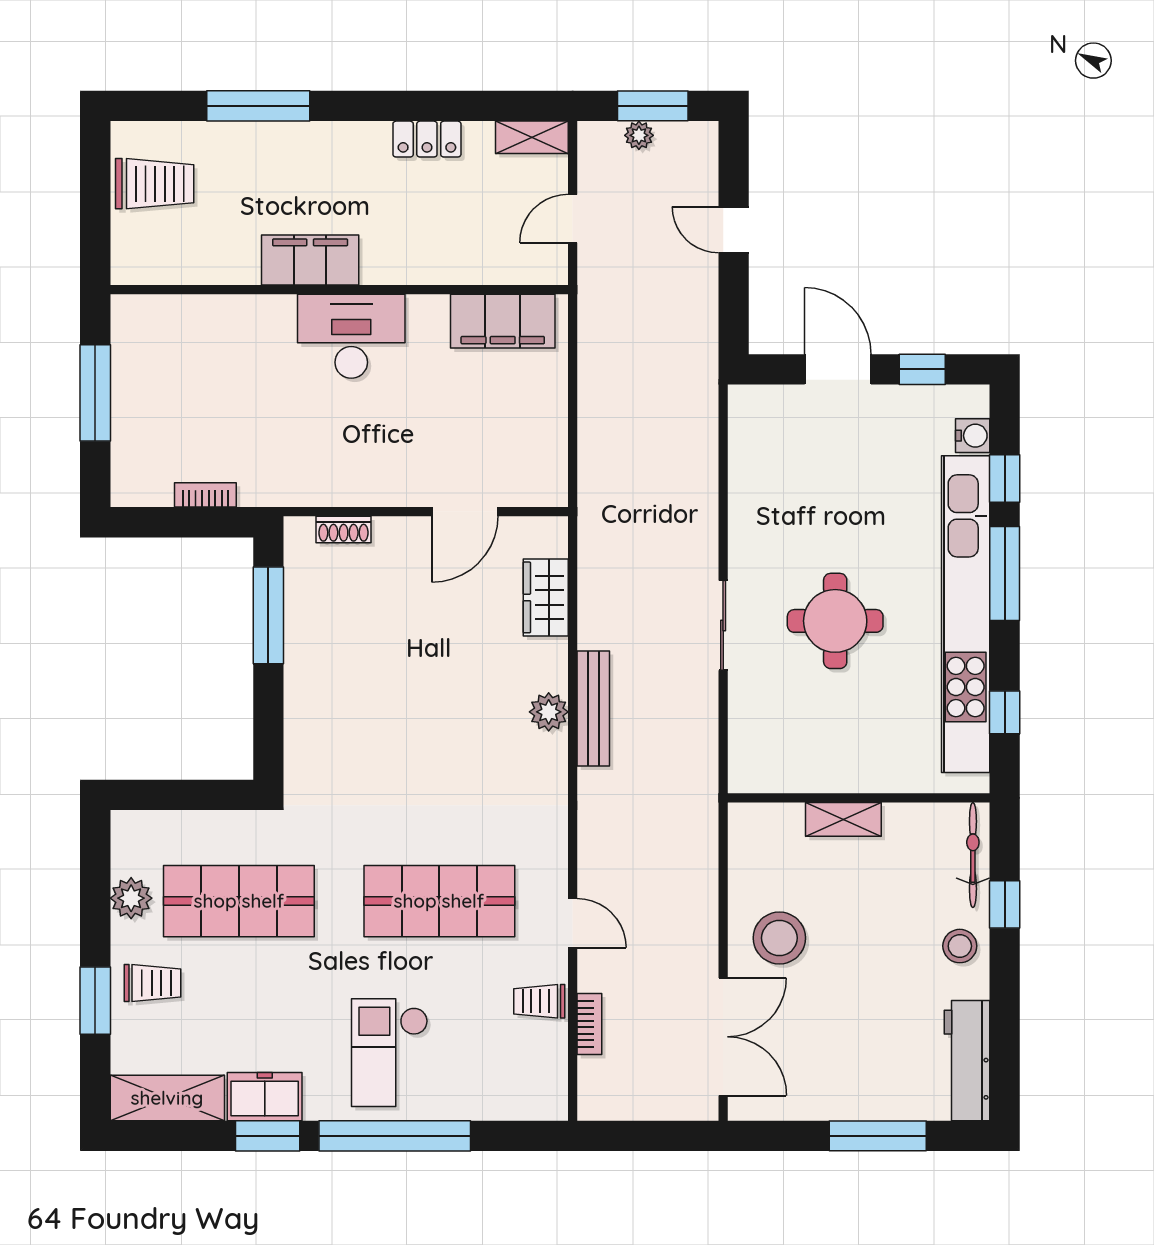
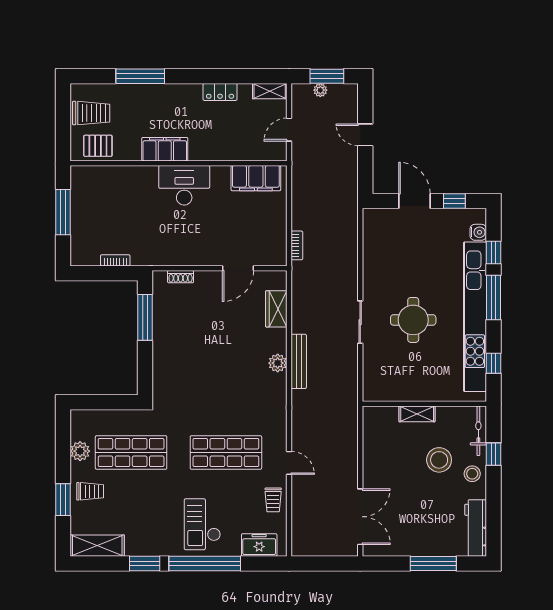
pallet: (169, 253) -> (98, 146), added
stool: (779, 938) -> (439, 460), moved
trolley: (539, 1001) -> (273, 500), turned -90
bookcase: (589, 1024) -> (297, 245), moved
freezer: (265, 1097) -> (259, 545), moved

